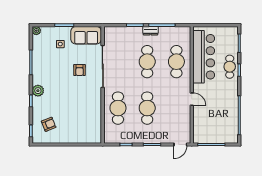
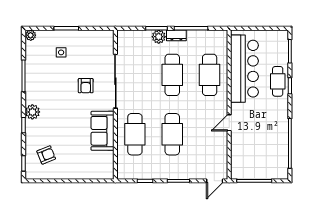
plant: (137, 32) -> (159, 37), added
sofa: (86, 35) -> (102, 131), moved, turned 90
door: (192, 99) -> (229, 123), swing flipped

